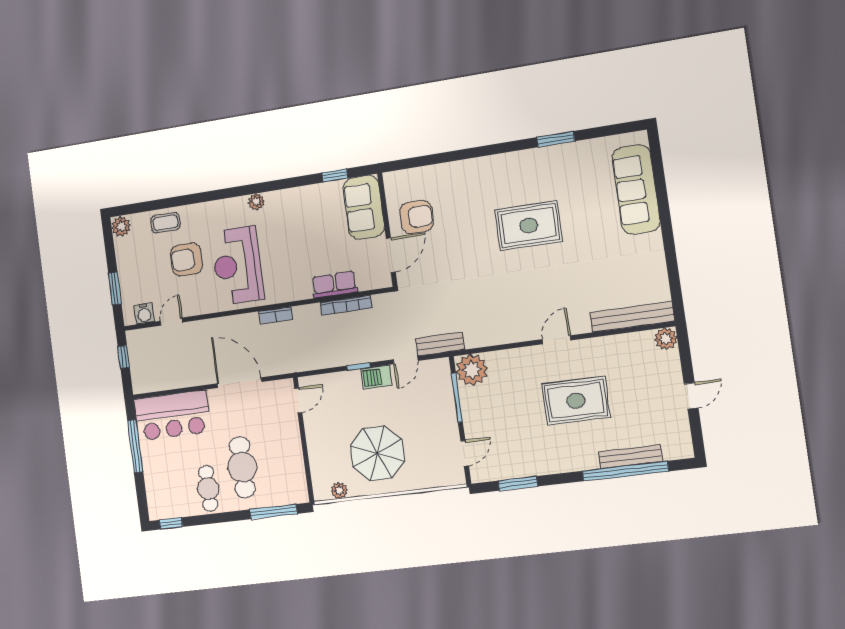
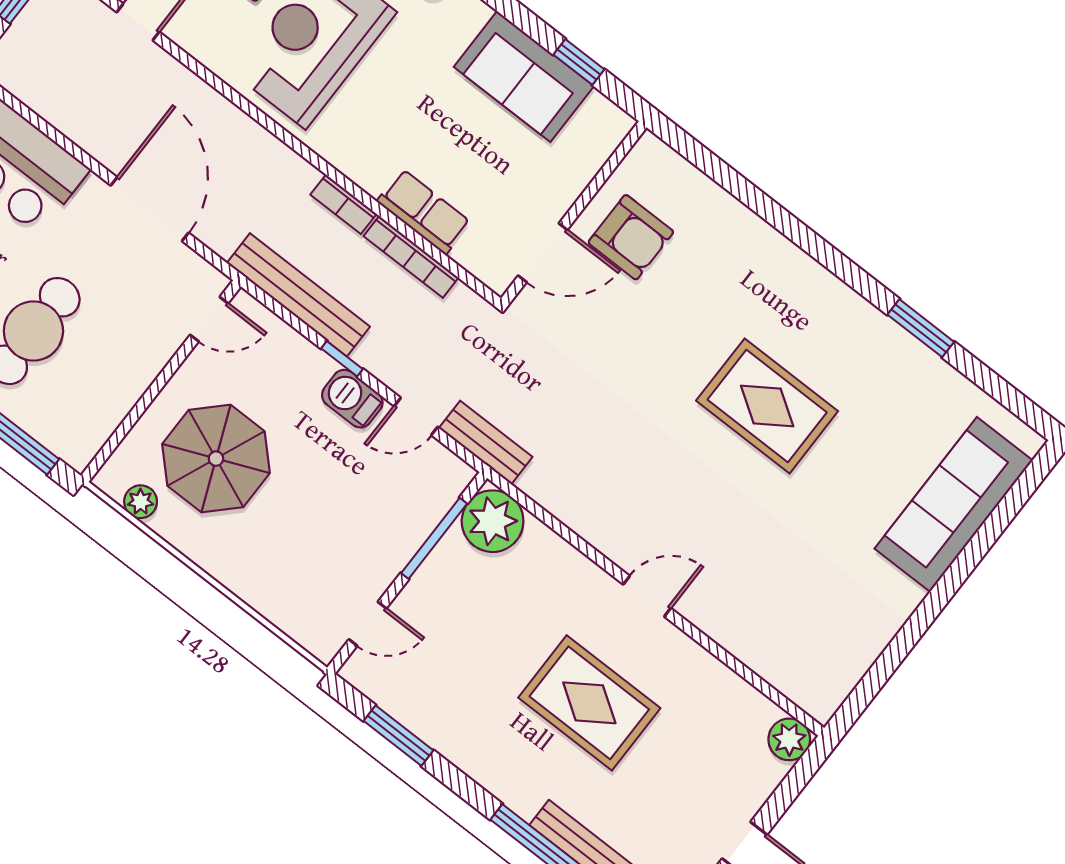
sofa: (364, 207) -> (524, 77), moved, turned -90
bookcase: (275, 315) -> (344, 204), moved
bench: (632, 317) -> (298, 295), moved
parasol: (377, 453) -> (216, 459), moved

